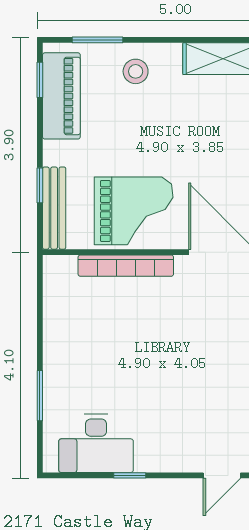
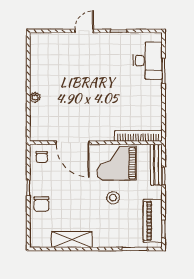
stool: (136, 71) -> (113, 198), moved
bookcase: (126, 266) -> (138, 136), moved
desk: (96, 443) -> (148, 61), moved, turned 90
door: (222, 475) -> (84, 31), moved

